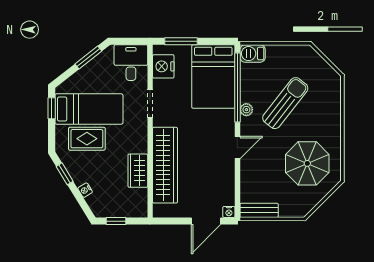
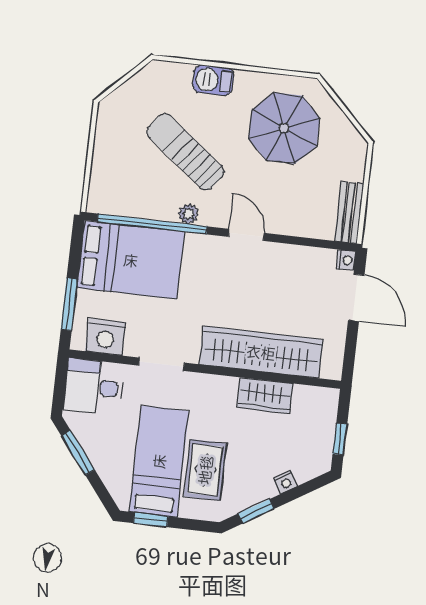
barbecue: (253, 54) -> (213, 80), moved, turned 90

